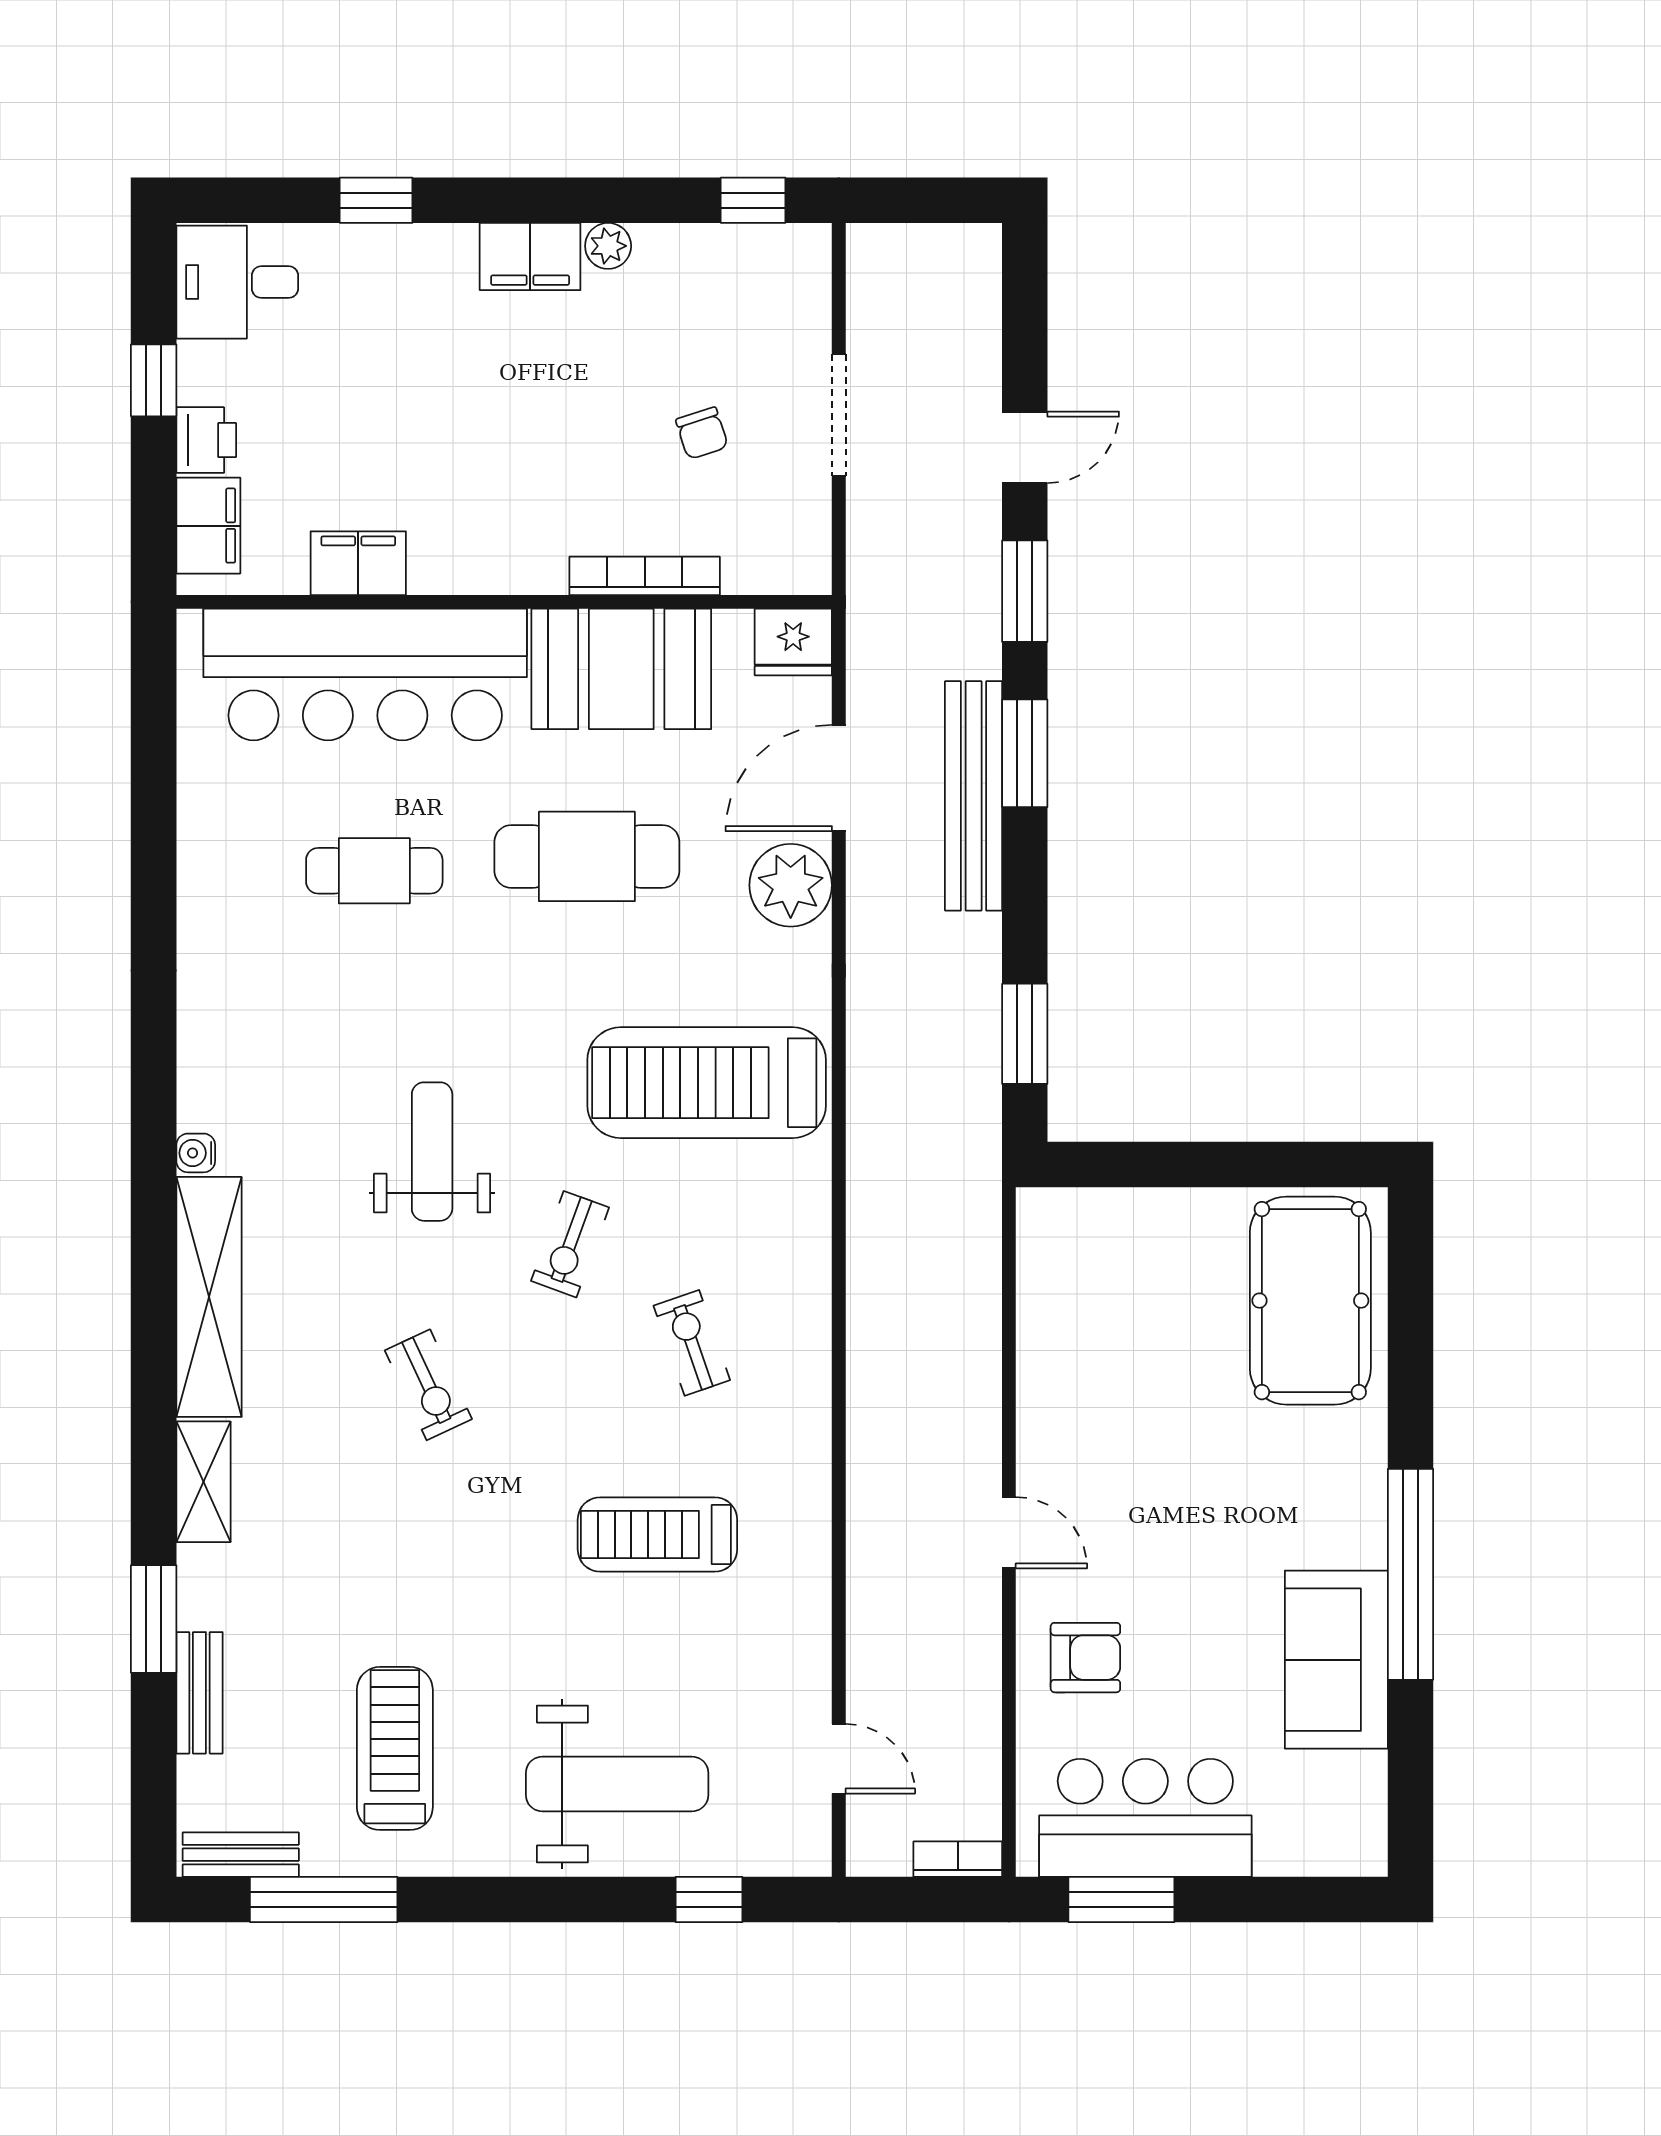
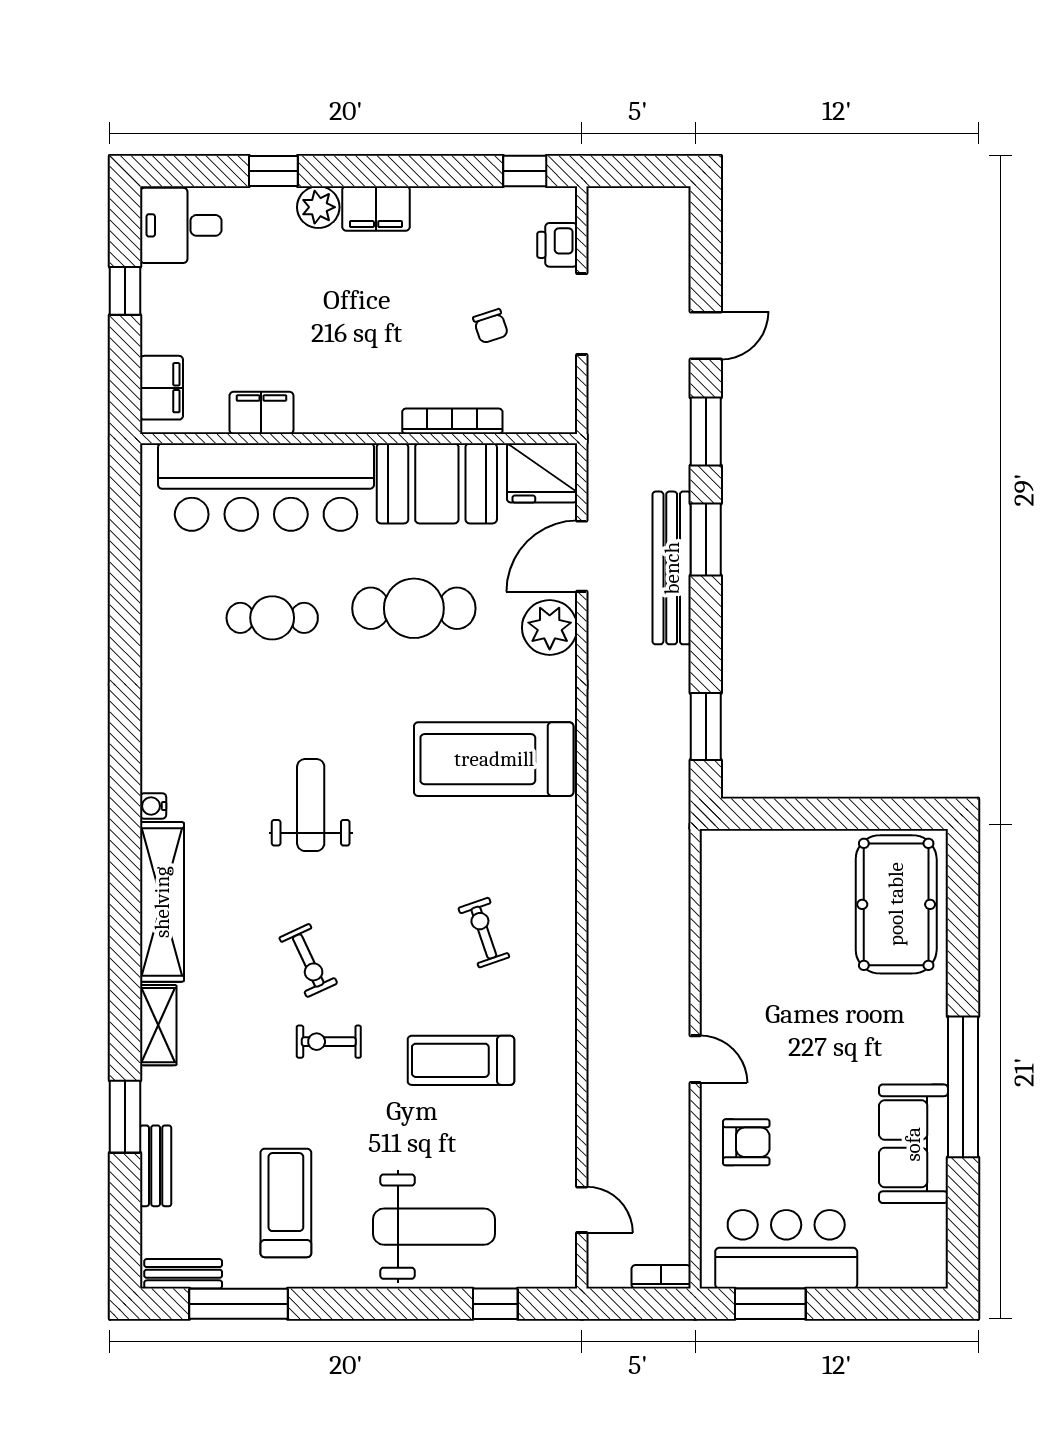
plant: (608, 246) -> (318, 207), moved, width x1.38, depth x1.38
printer: (206, 440) -> (557, 245), moved, turned 180
fridge: (793, 642) -> (542, 473), width x1.36, depth x1.34
exercise bike: (570, 1244) -> (329, 1042), moved, turned 70

